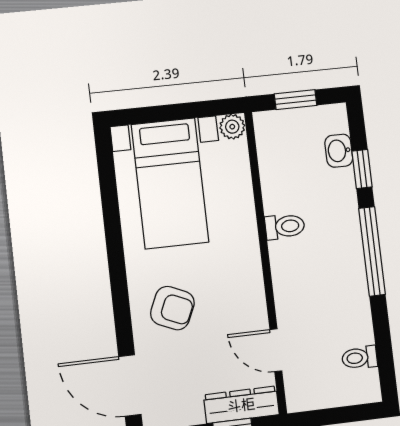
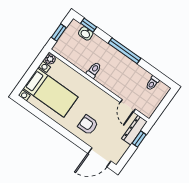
window: (362, 169) -> (89, 25), moved
armchair: (172, 308) -> (88, 125), turned -114
door: (276, 350) -> (128, 106), hinge flipped

